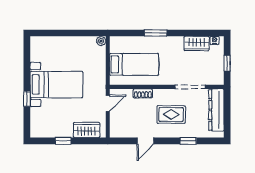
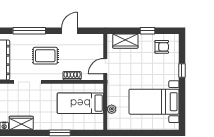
plant: (101, 41) -> (112, 109), moved
bed with nightstands: (56, 85) -> (154, 102), moved
armchair: (48, 124) -> (162, 47), added
window: (188, 141) -> (29, 31), width x2.17

